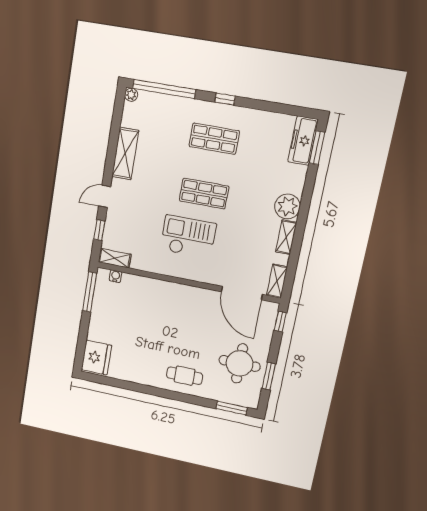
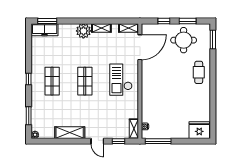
window: (164, 89) -> (29, 116), width x0.47
checkout: (188, 237) -> (121, 80), moved
window: (280, 322) -> (164, 21), moved

